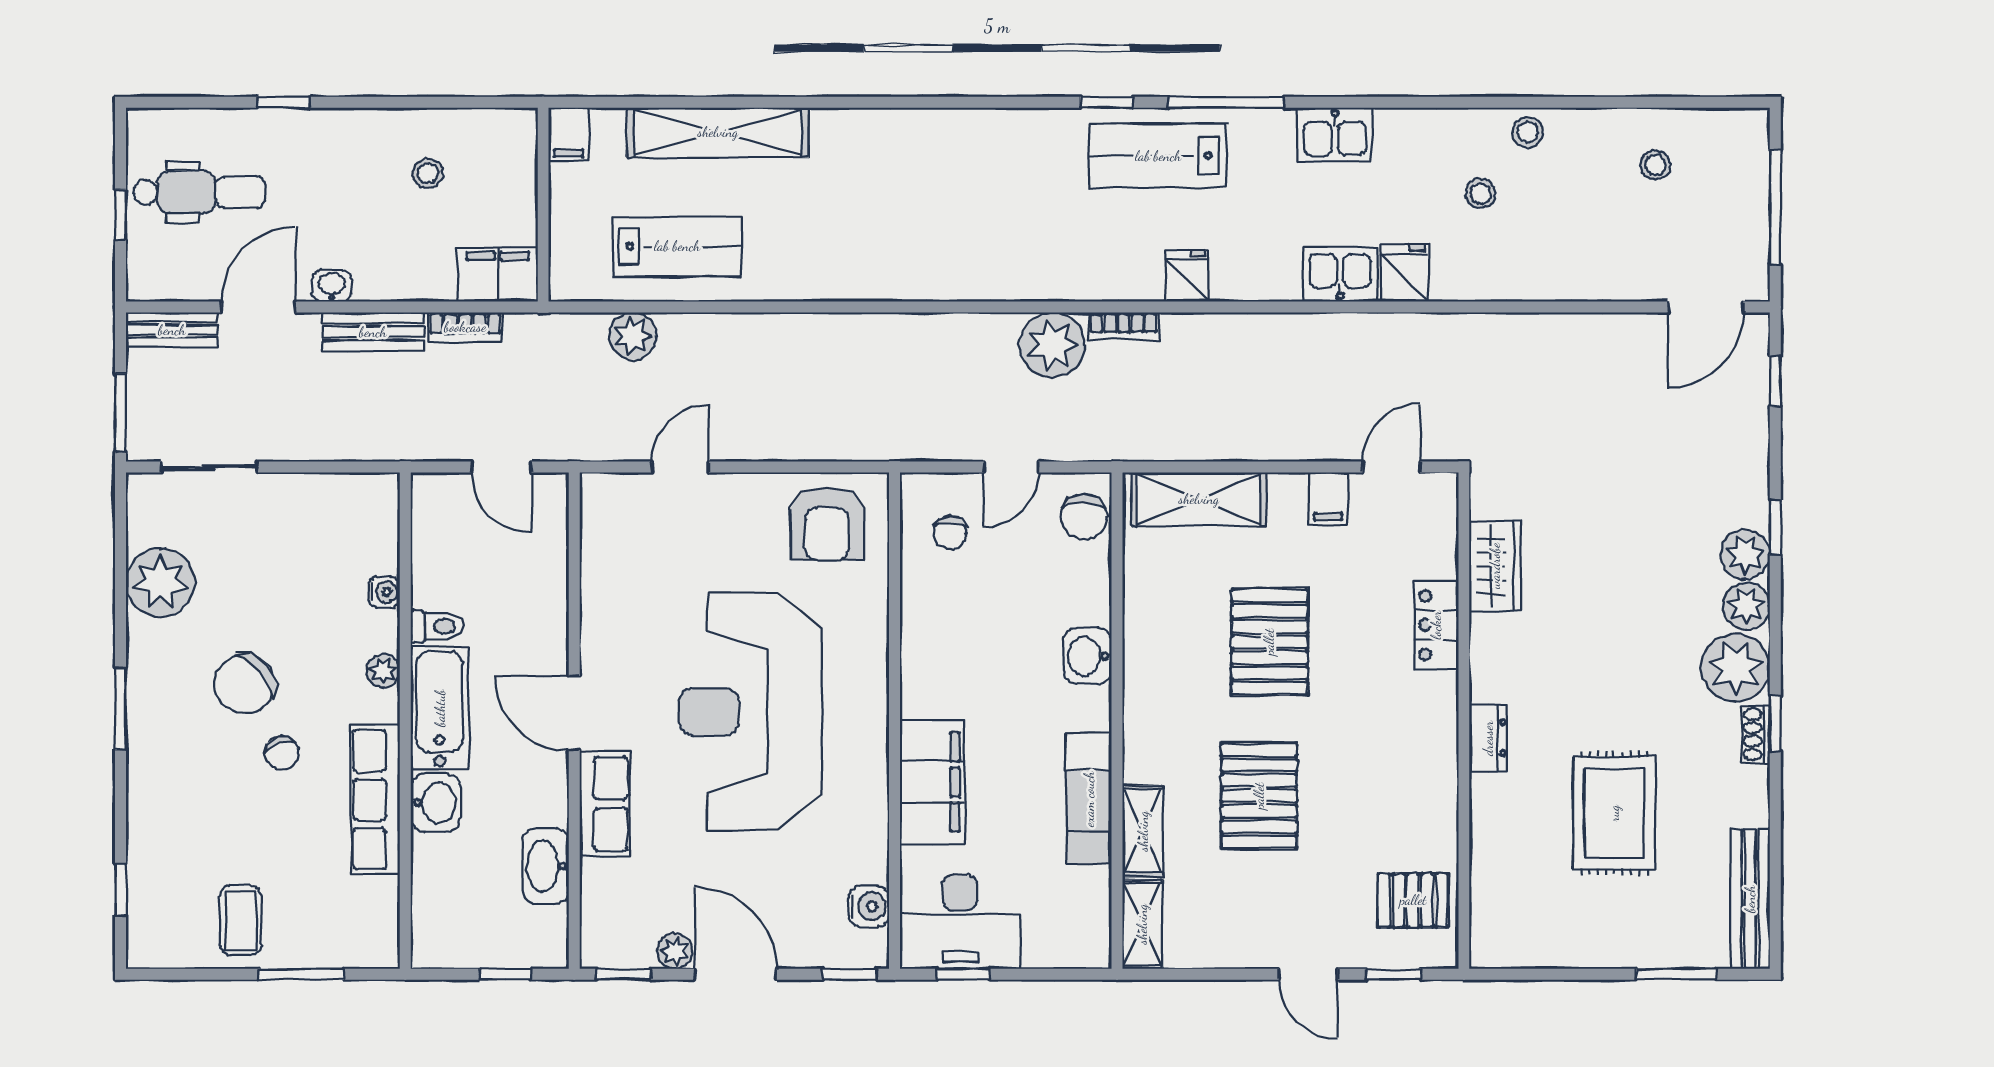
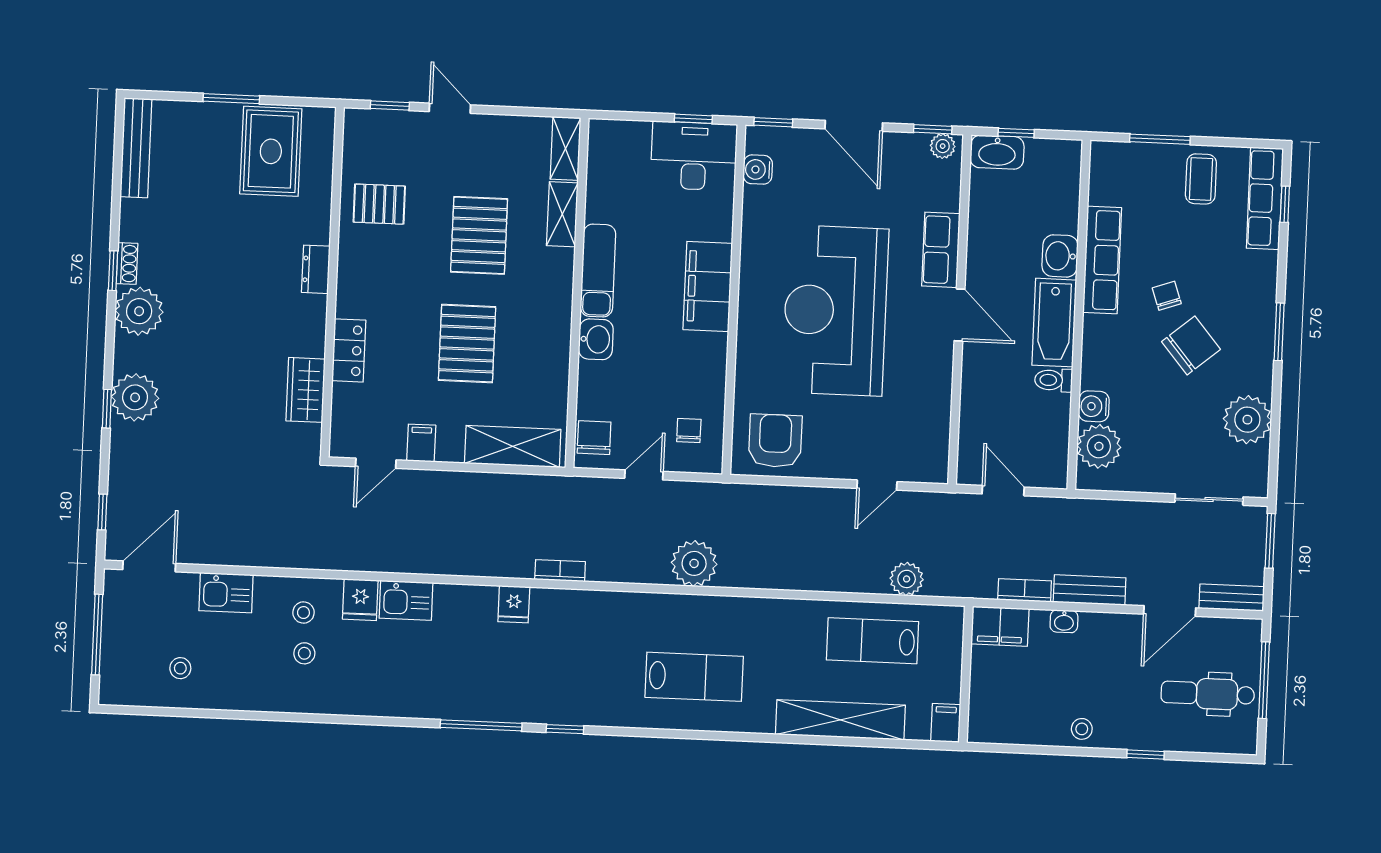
stool: (1528, 132) -> (303, 613), moved
kitchen sink: (1335, 135) -> (226, 593), moved, turned 180
lab bench: (1158, 156) -> (694, 677), moved
stool: (428, 173) -> (1082, 729), moved
window: (120, 215) -> (1264, 680), width x2.17
washbasin: (332, 286) -> (1064, 621), moved
plant: (1052, 345) -> (694, 563), moved
plant: (1745, 554) -> (135, 397), width x1.36, depth x1.36
water cooler: (384, 592) -> (1094, 406), width x1.38, depth x1.38
plant: (1746, 606) -> (130, 354), removed
plant: (383, 671) -> (1099, 446), moved, width x1.88, depth x1.88
reception desk: (750, 712) -> (835, 311), turned 180
filing cabinet: (932, 782) -> (708, 286), moved
exam couch: (1089, 799) -> (598, 271), moved
rug: (1614, 813) -> (271, 151), moved
washbasin: (546, 866) -> (997, 152), moved, turned 90
row of seats: (149, 897) -> (1265, 198), added
pallet: (1413, 900) -> (379, 204), moved
plant: (675, 951) -> (943, 146), moved
window: (1676, 974) -> (231, 99), moved

